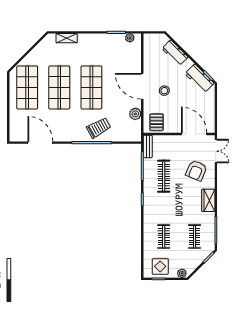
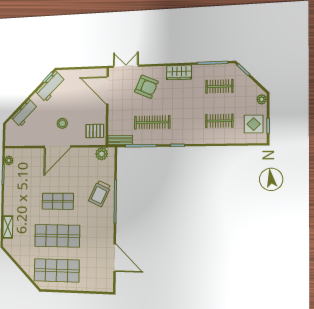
shop shelf: (91, 87) -> (58, 201), width x0.70, depth x0.74
plant: (135, 114) -> (102, 154), moved
trolley: (99, 128) -> (100, 194), turned -126
door: (194, 134) -> (108, 90), hinge flipped
door: (40, 143) -> (115, 258), swing flipped

